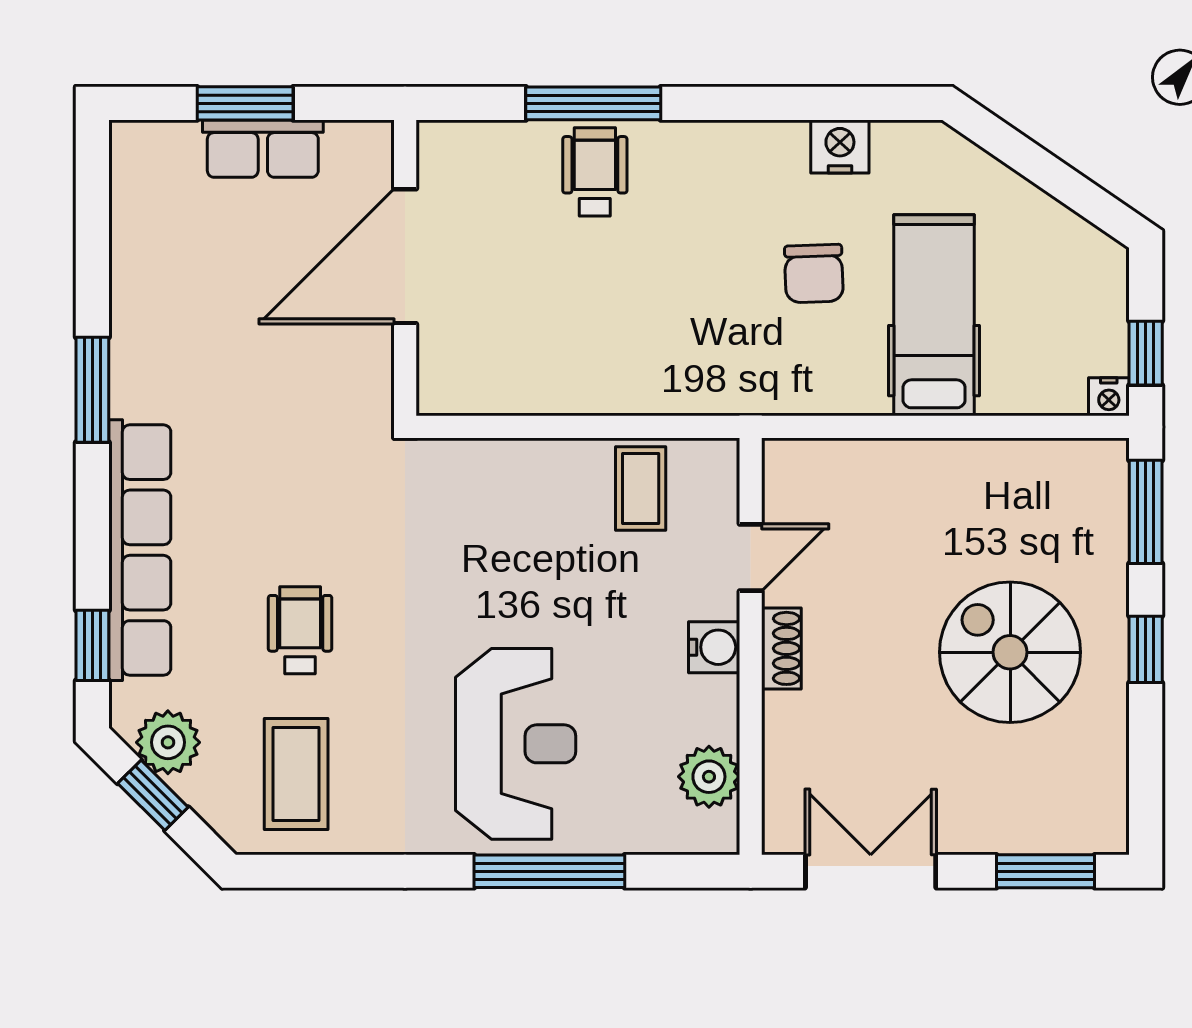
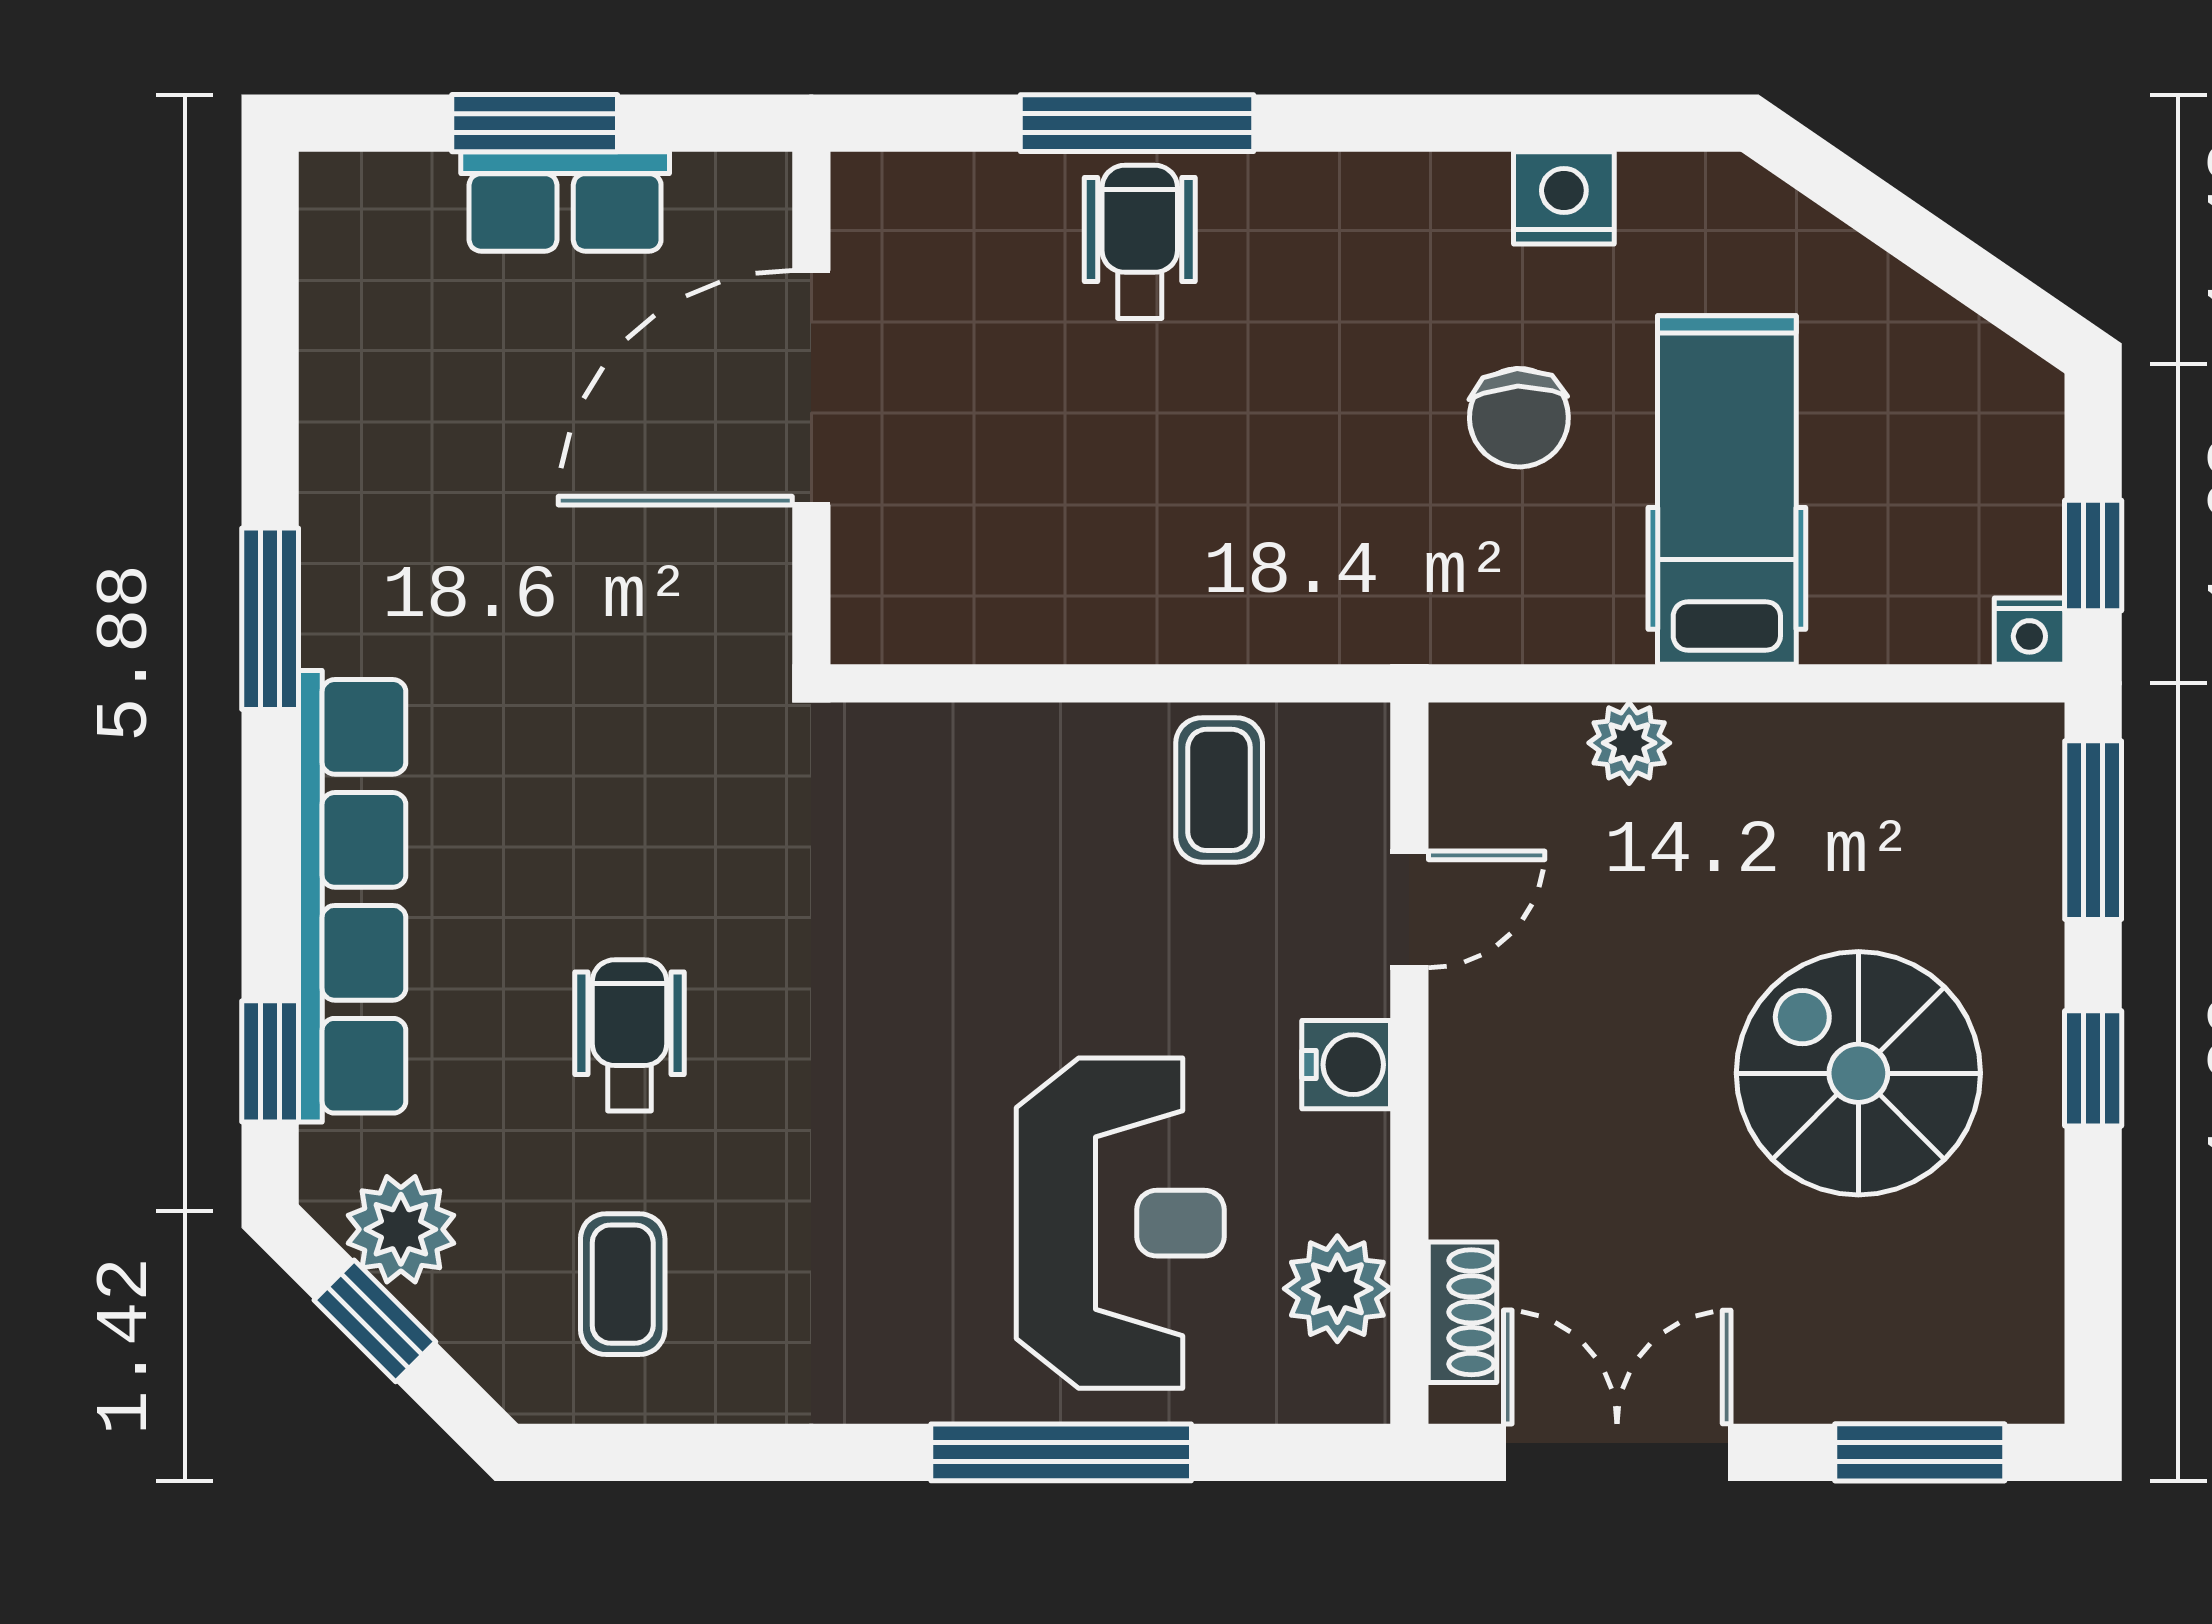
plant: (878, 461) -> (1629, 743), added
shoe rack: (781, 648) -> (1463, 1312), moved
reception desk: (516, 744) -> (1120, 1223), moved
coffee table: (296, 774) -> (623, 1284), width x0.73, depth x0.77

